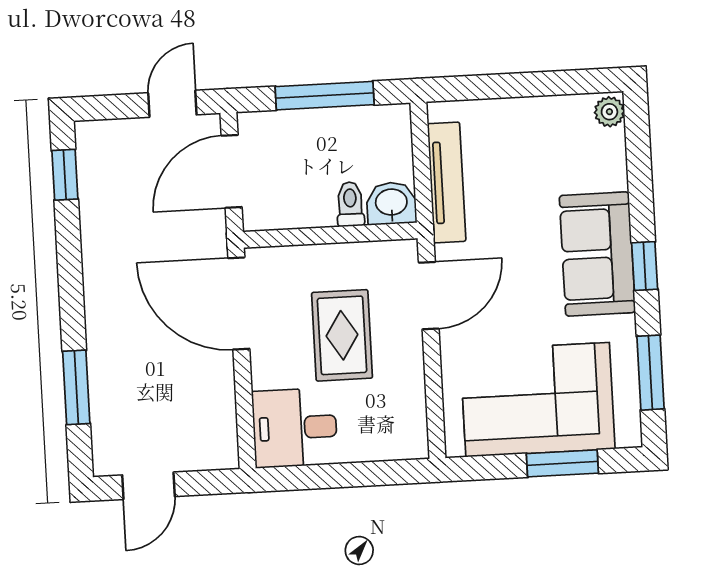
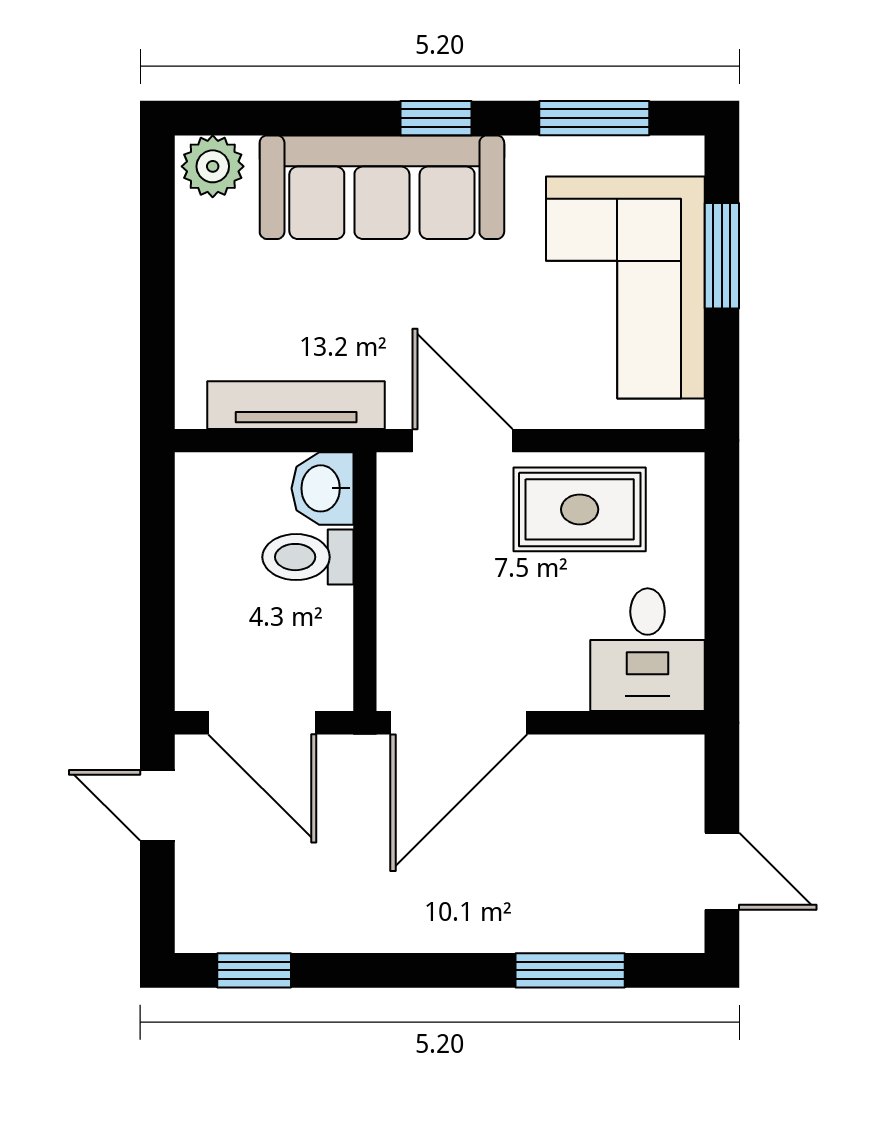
window: (325, 96) -> (157, 579), removed
plant: (609, 112) -> (213, 166), width x1.38, depth x1.38
toilet: (350, 204) -> (308, 557), width x1.37, depth x1.39
sofa: (597, 254) -> (382, 187), width x1.36
rug: (342, 335) -> (580, 509), moved

